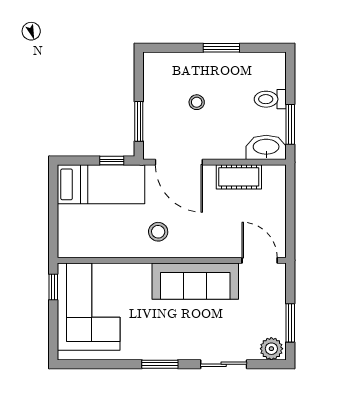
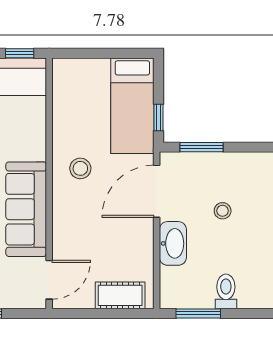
washbasin: (266, 147) -> (173, 243), moved
cot: (239, 177) -> (120, 295), moved, turned 90

